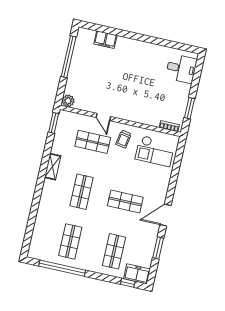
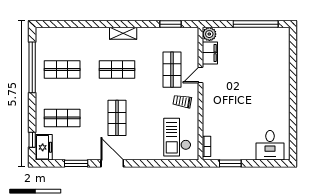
filing cabinet: (105, 40) -> (210, 53), moved, turned 180
window: (54, 123) -> (170, 24), moved
shelving: (53, 167) -> (123, 33), moved

